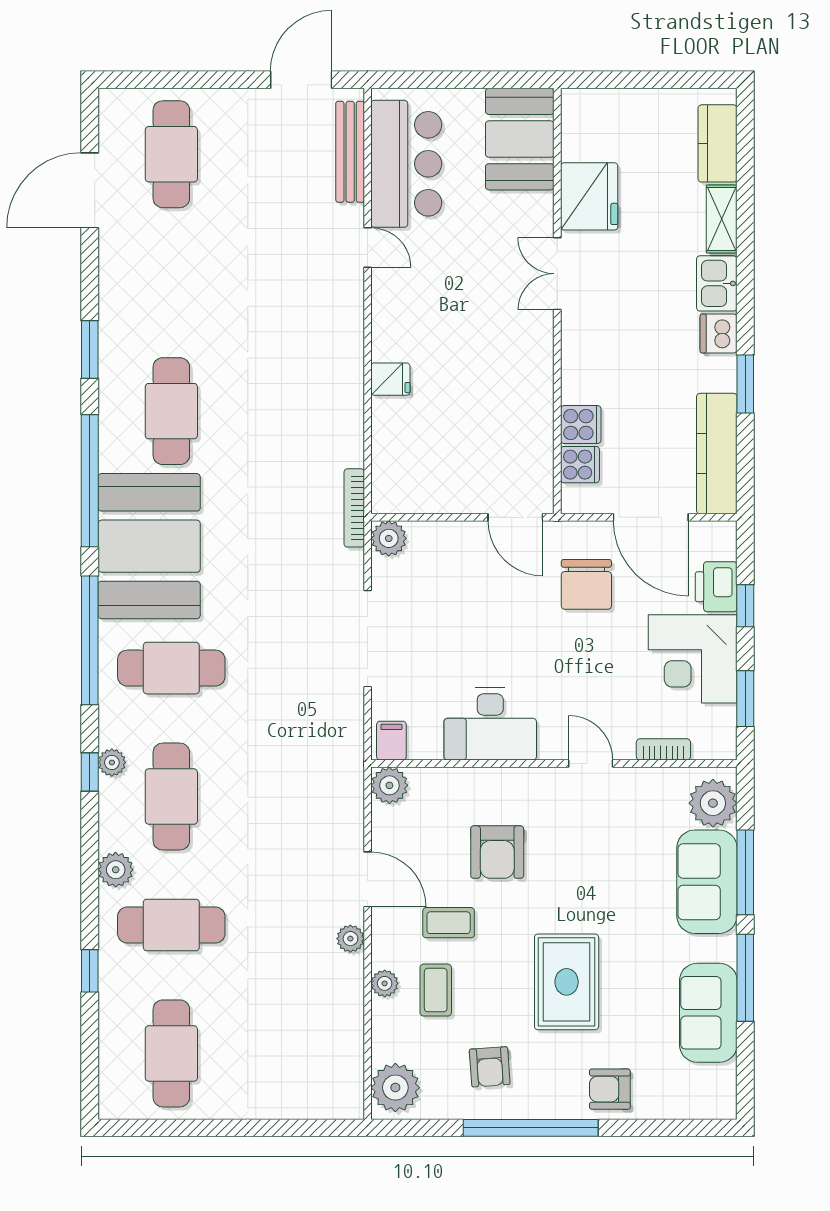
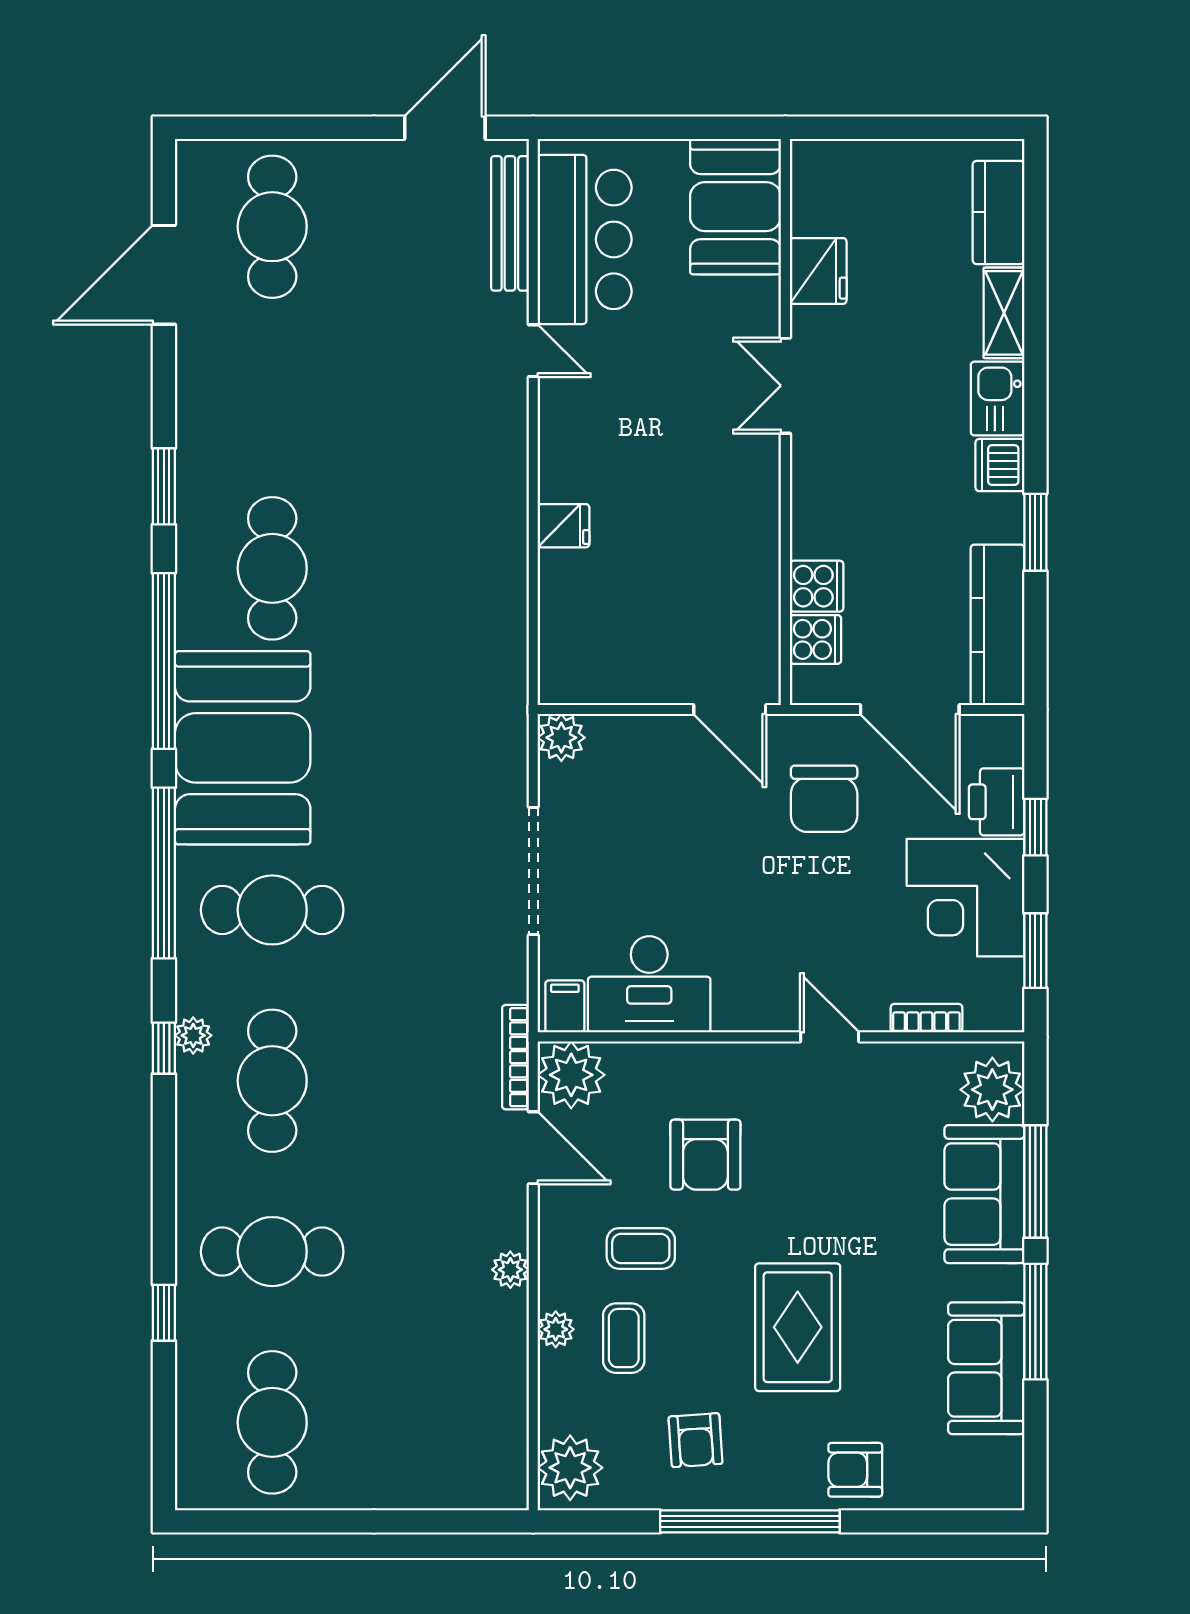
fridge: (589, 196) -> (818, 271), width x0.73, depth x0.75
bookcase: (354, 508) -> (515, 1057), moved
desk: (490, 724) -> (649, 984), moved
plant: (389, 785) -> (571, 1075), width x1.36, depth x1.36
plant: (116, 870) -> (198, 1178), removed
door: (368, 879) -> (533, 1148), moved

